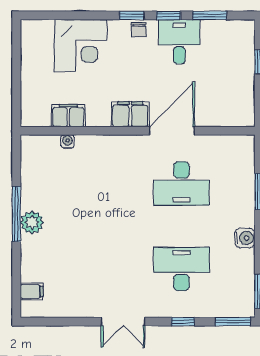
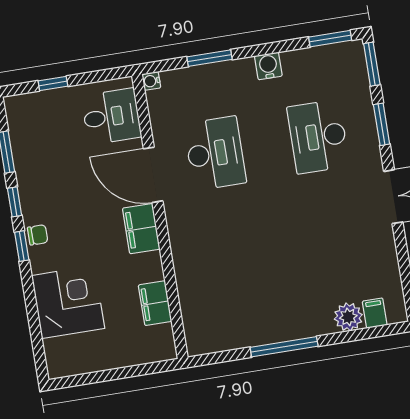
desk: (179, 42) -> (111, 116), moved, turned 180
water cooler: (67, 142) -> (151, 81), moved
plant: (32, 222) -> (348, 317), moved
window: (183, 322) -> (382, 124), width x1.50

